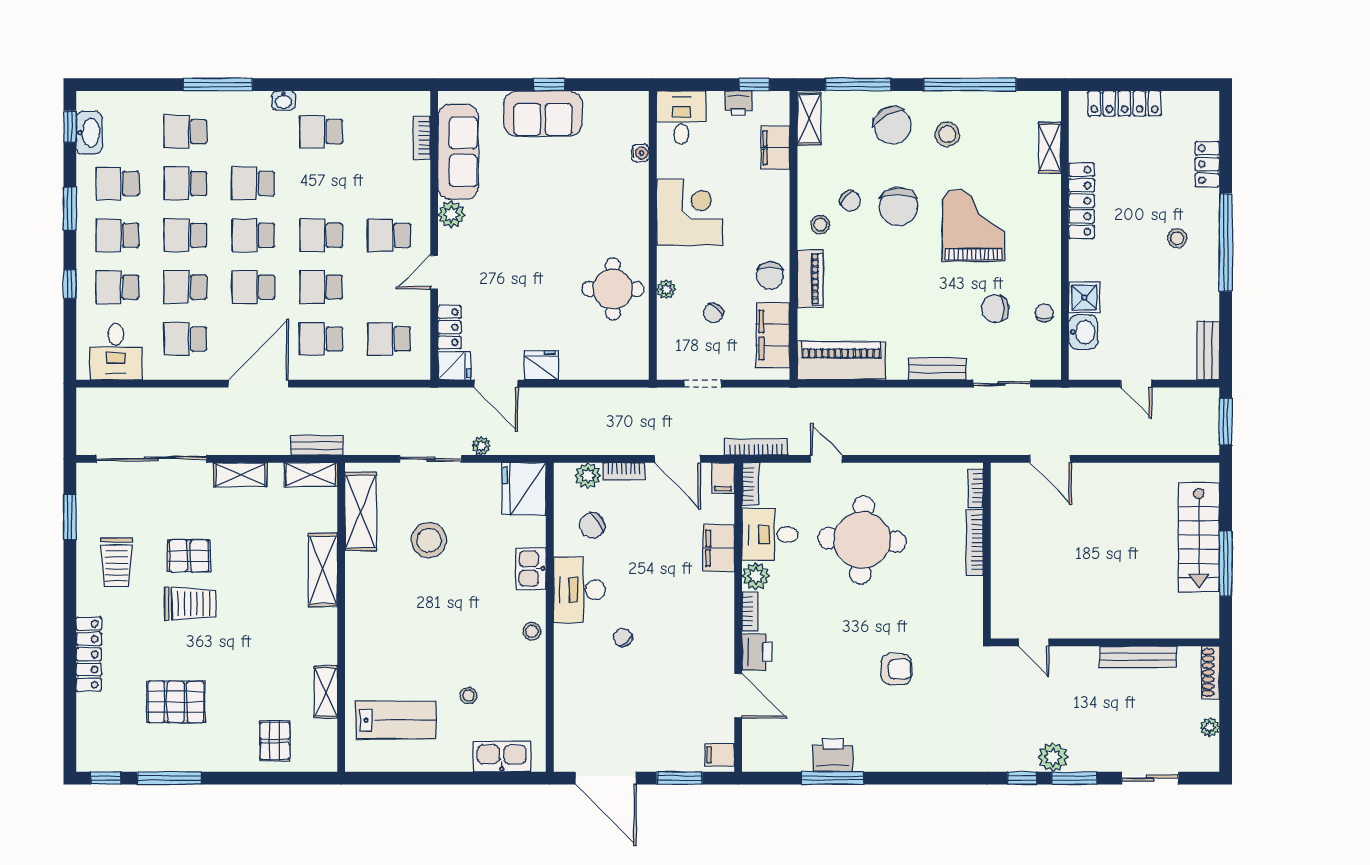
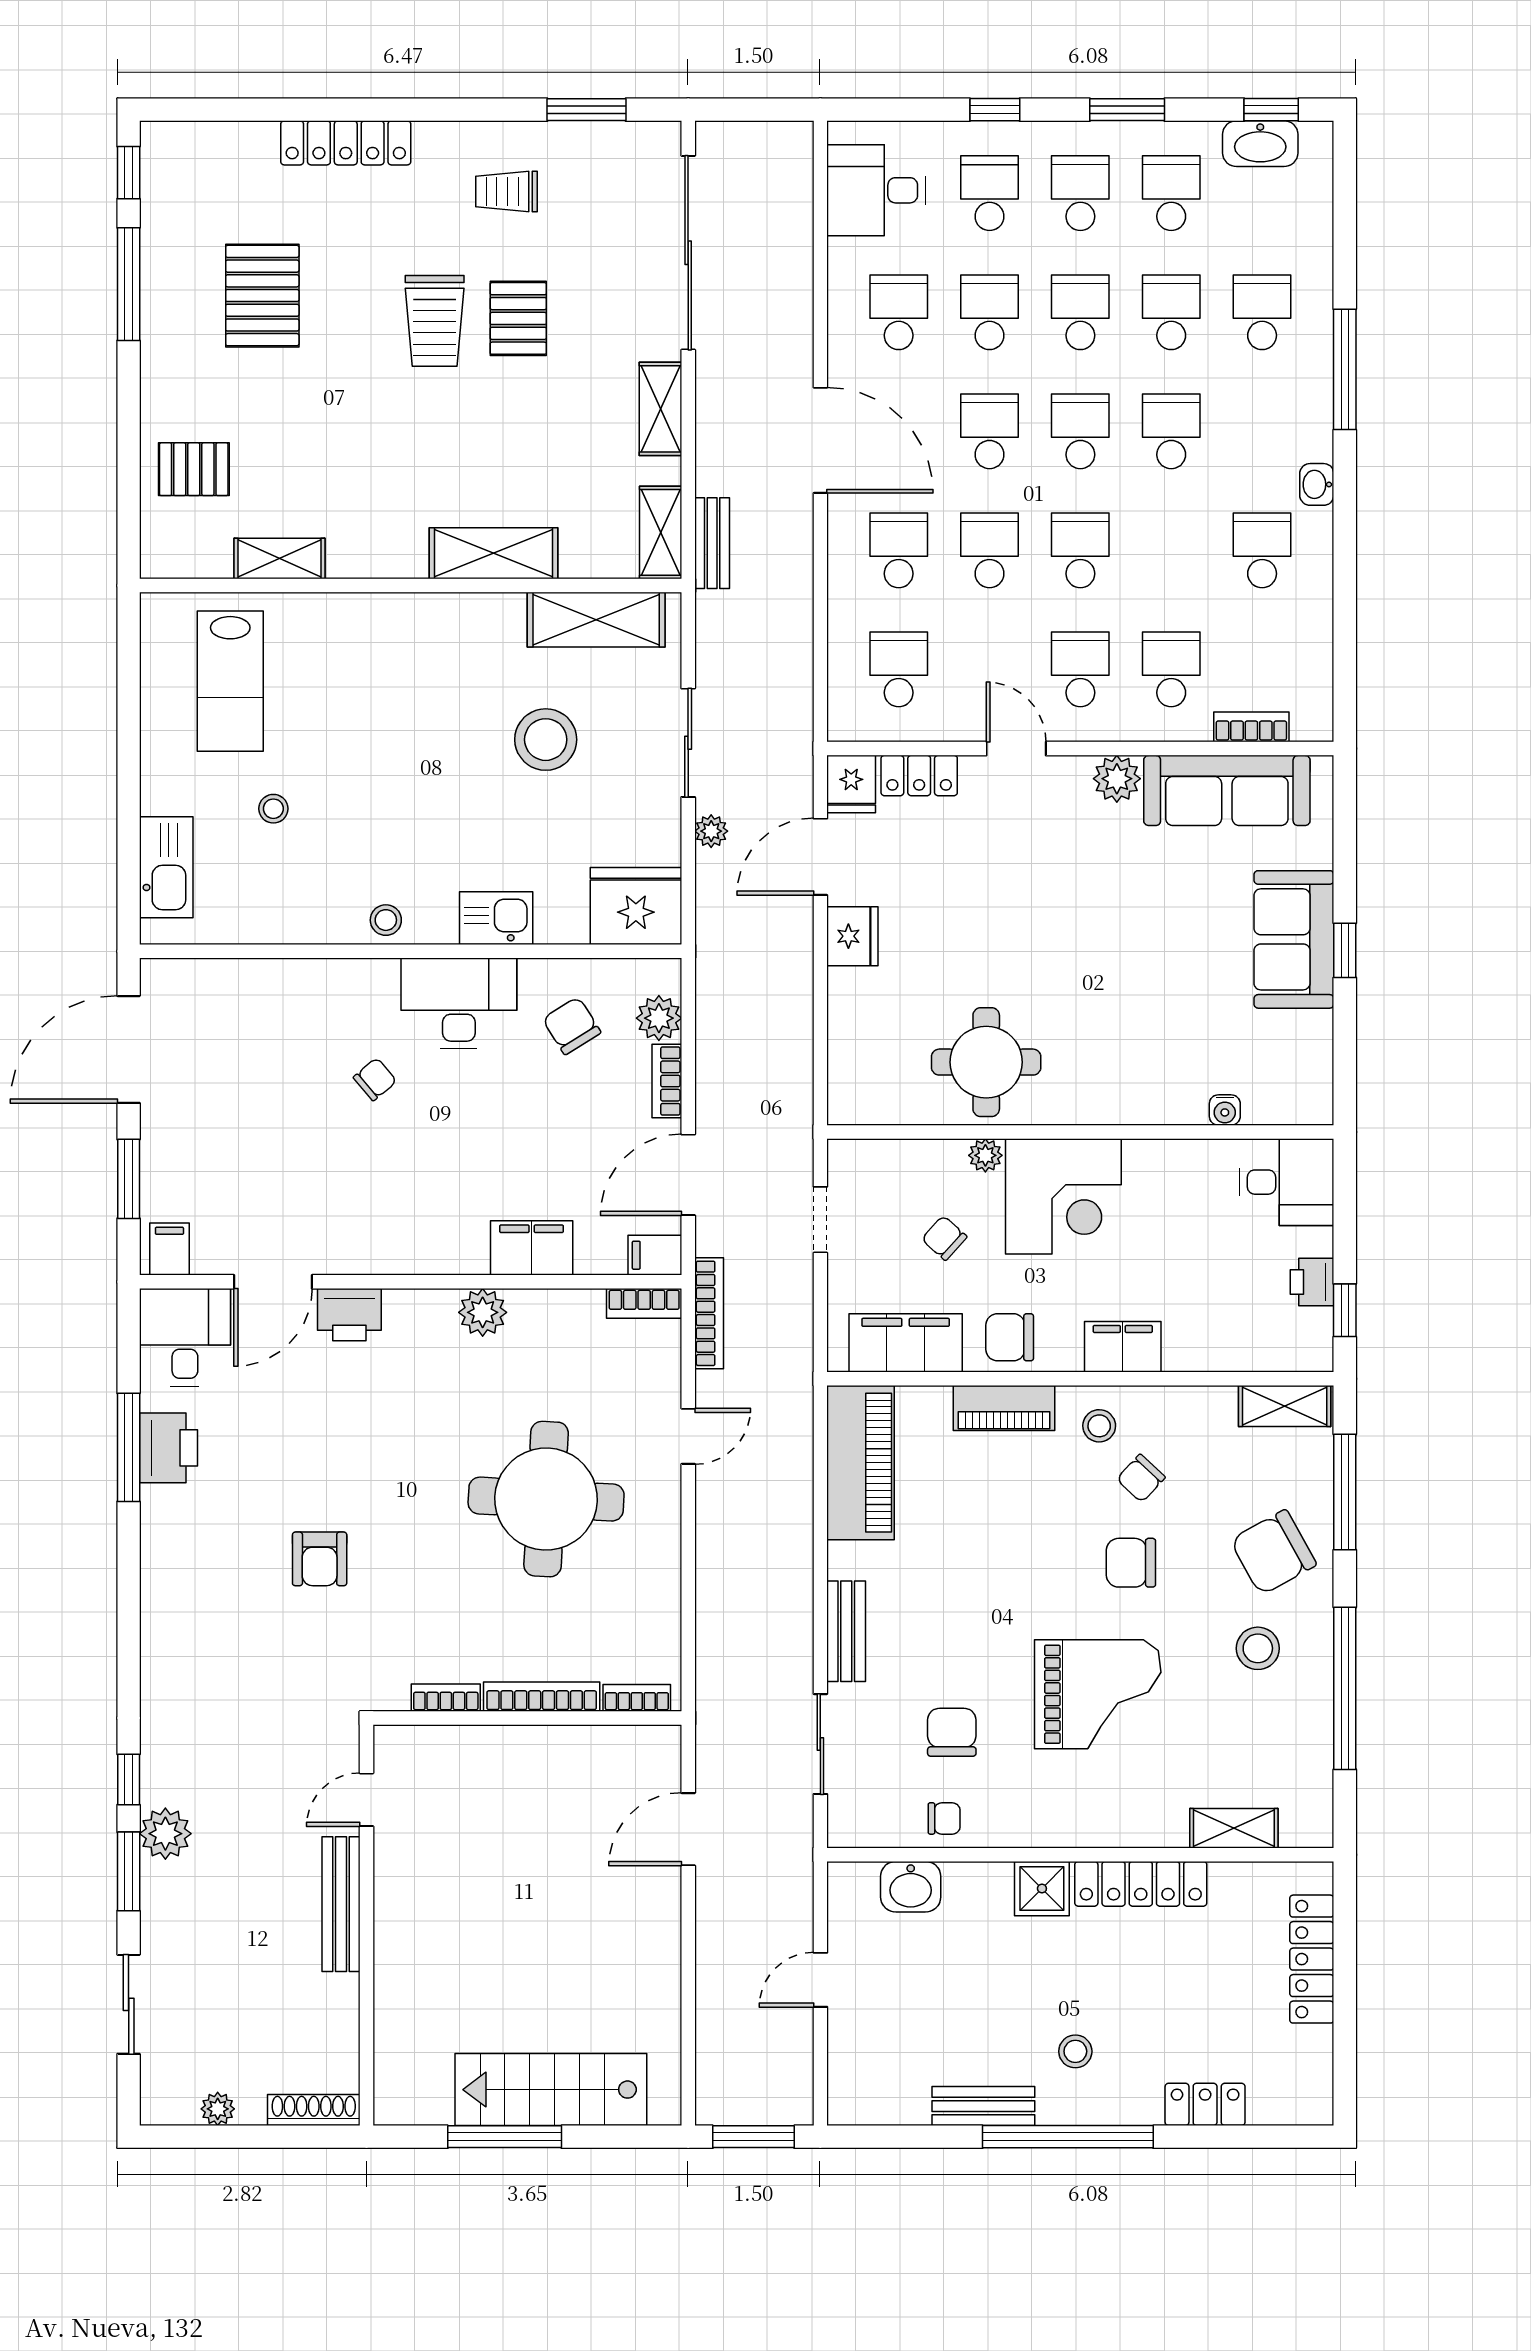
filing cabinet: (775, 148) -> (1123, 1347), moved
school desk: (389, 184) -> (1171, 669), added
chair: (898, 206) -> (1131, 1563), width x0.73, depth x0.73
corner desk: (689, 213) -> (1063, 1196), moved
shower: (1084, 297) -> (1042, 1889), moved
bench: (1208, 351) -> (983, 2106), moved
desk: (770, 535) -> (185, 1337), moved
trolley: (117, 563) -> (507, 192), width x0.73, depth x0.72
bookcase: (750, 611) -> (446, 1698), moved, turned 180
bench: (1138, 657) -> (341, 1904), moved

